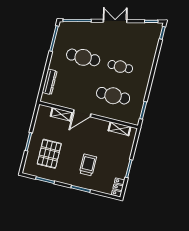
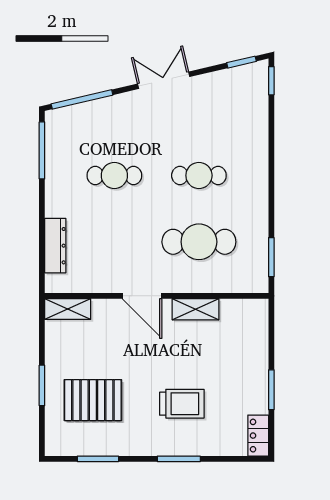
cafe table: (83, 57) -> (114, 175), width x0.73, depth x0.74
door: (82, 113) -> (142, 296), hinge flipped
shelving: (61, 114) -> (68, 309), moved
shelving: (119, 129) -> (196, 309), moved
pallet: (49, 154) -> (93, 400), turned 90
trolley: (88, 165) -> (182, 404), turned 90

